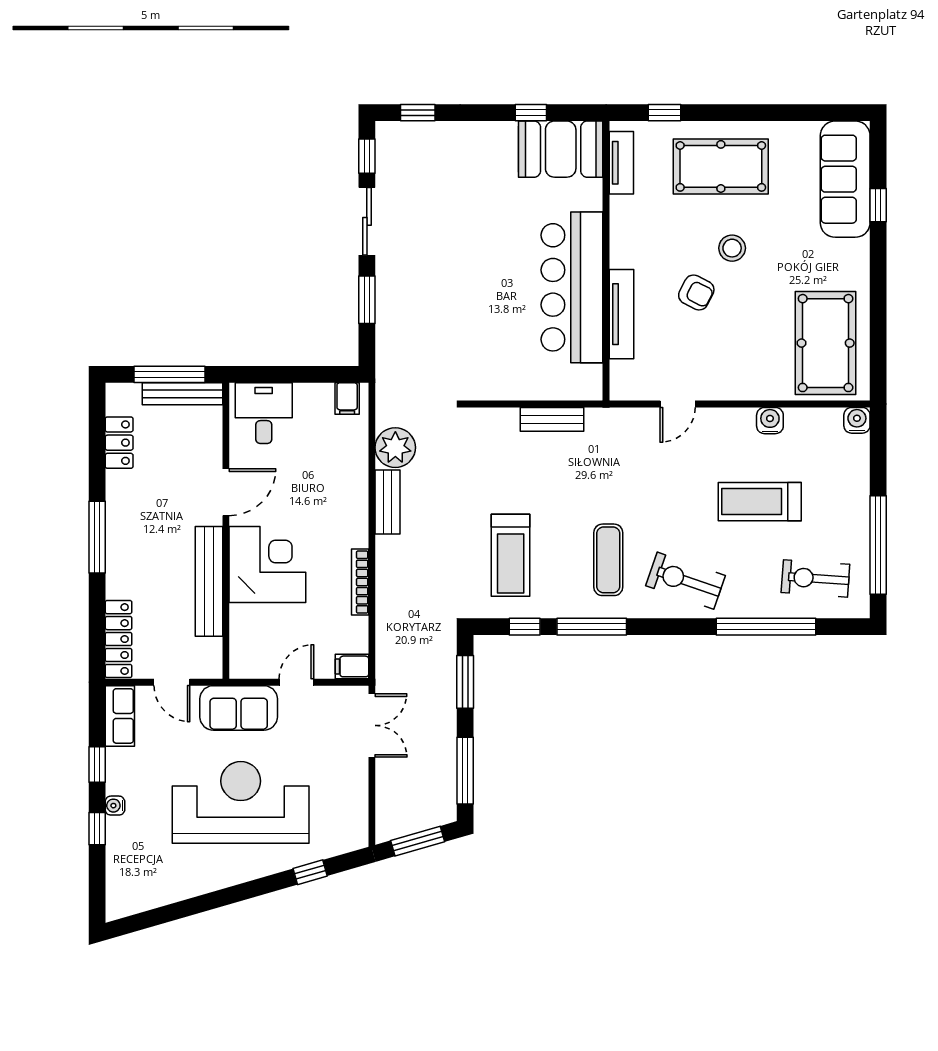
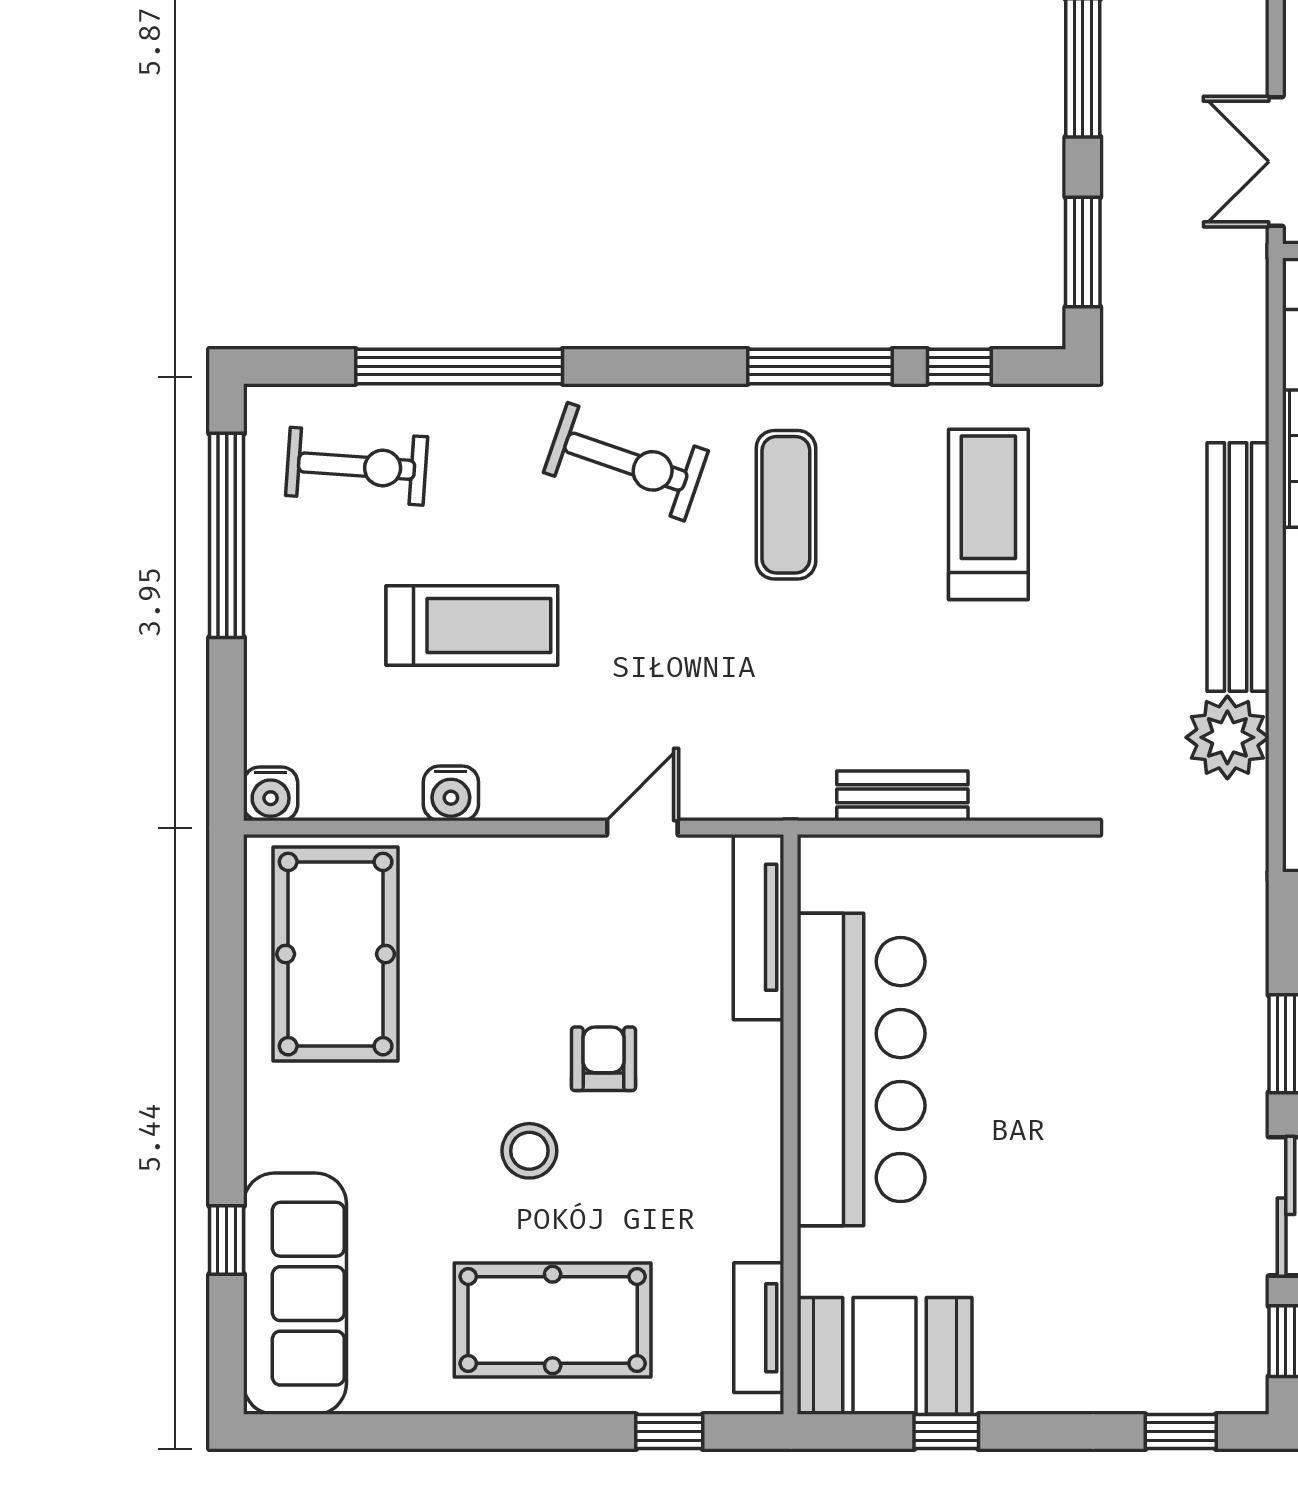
armchair: (696, 292) -> (603, 1059), turned 63
tv unit: (621, 314) -> (759, 927), moved
bench: (388, 502) -> (1238, 567), width x1.86, depth x1.21

